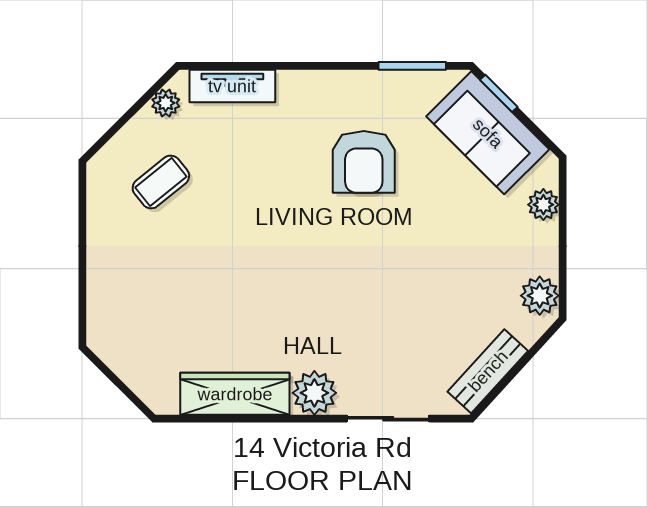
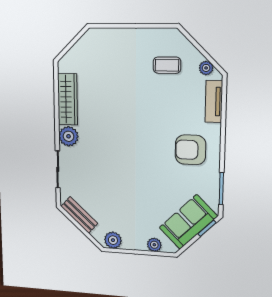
armchair: (364, 162) -> (190, 150), moved
coffee table: (161, 182) -> (167, 65), turned -51

